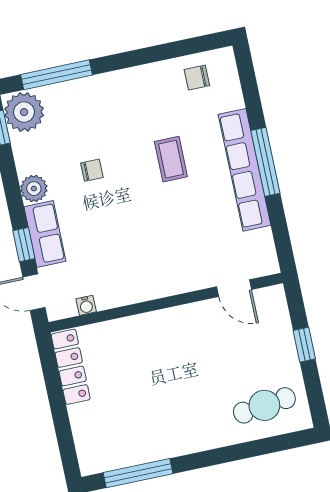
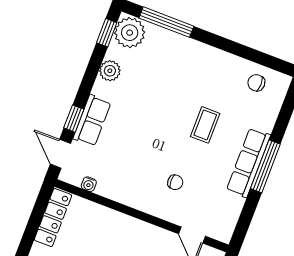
chair: (92, 170) -> (175, 182), moved
row of seats: (244, 170) -> (248, 163), width x0.73
plant: (34, 189) -> (110, 71), moved

